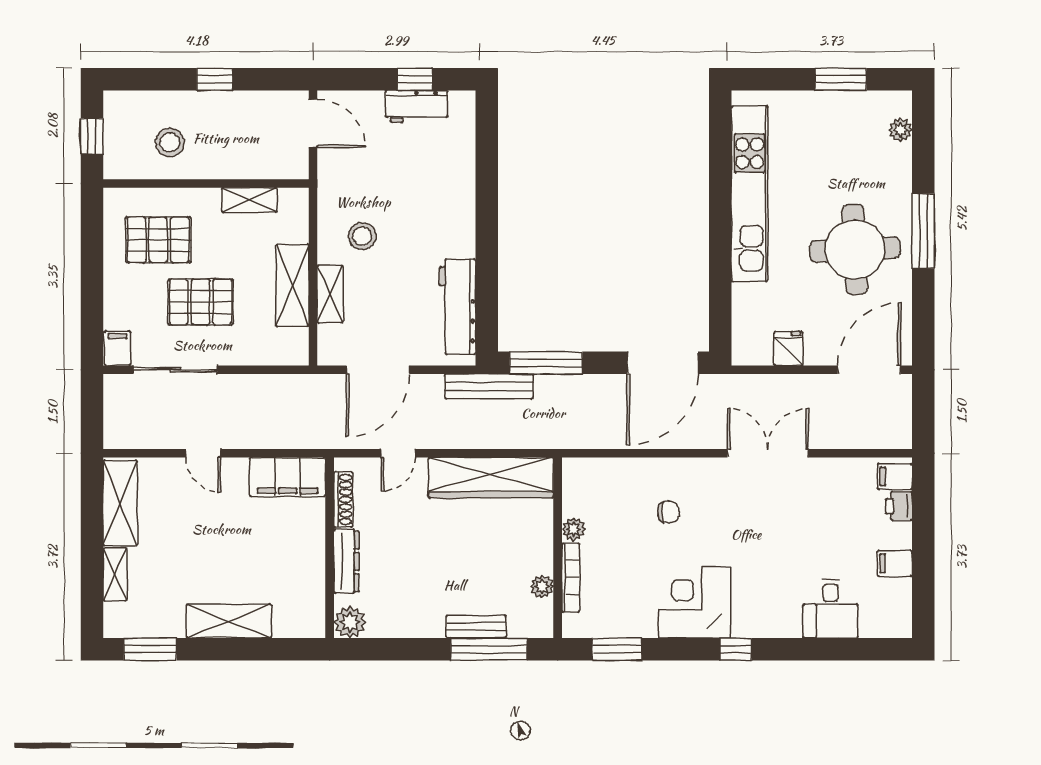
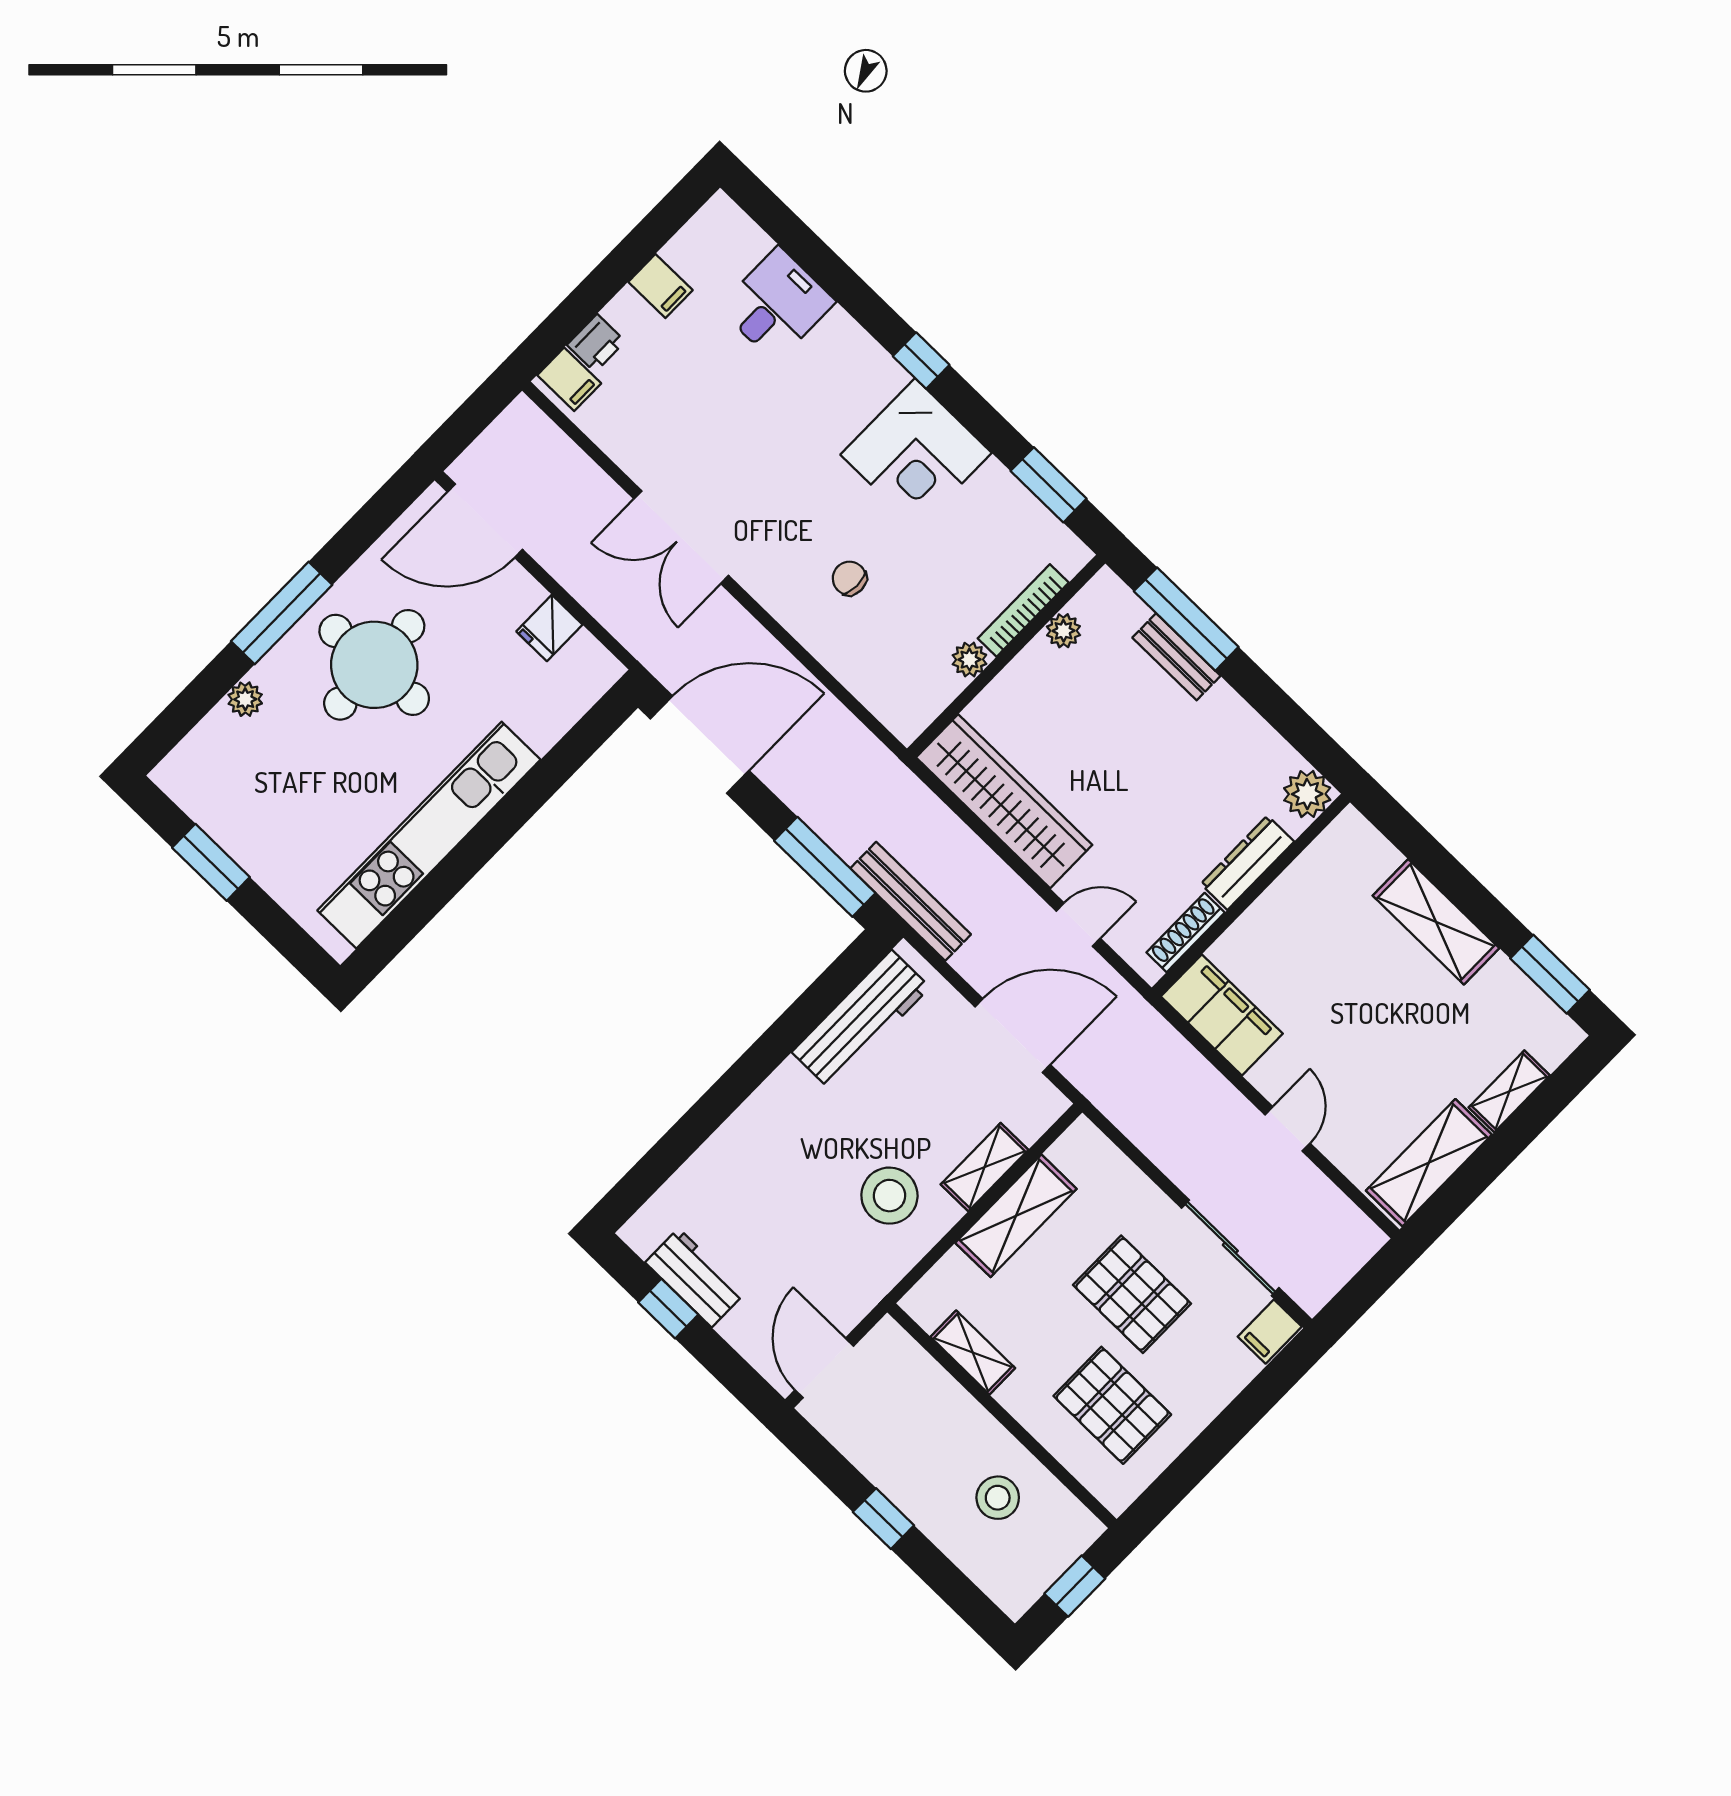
plant: (900, 130) -> (245, 699), moved
stool: (362, 236) -> (889, 1196), width x1.38, depth x1.38

